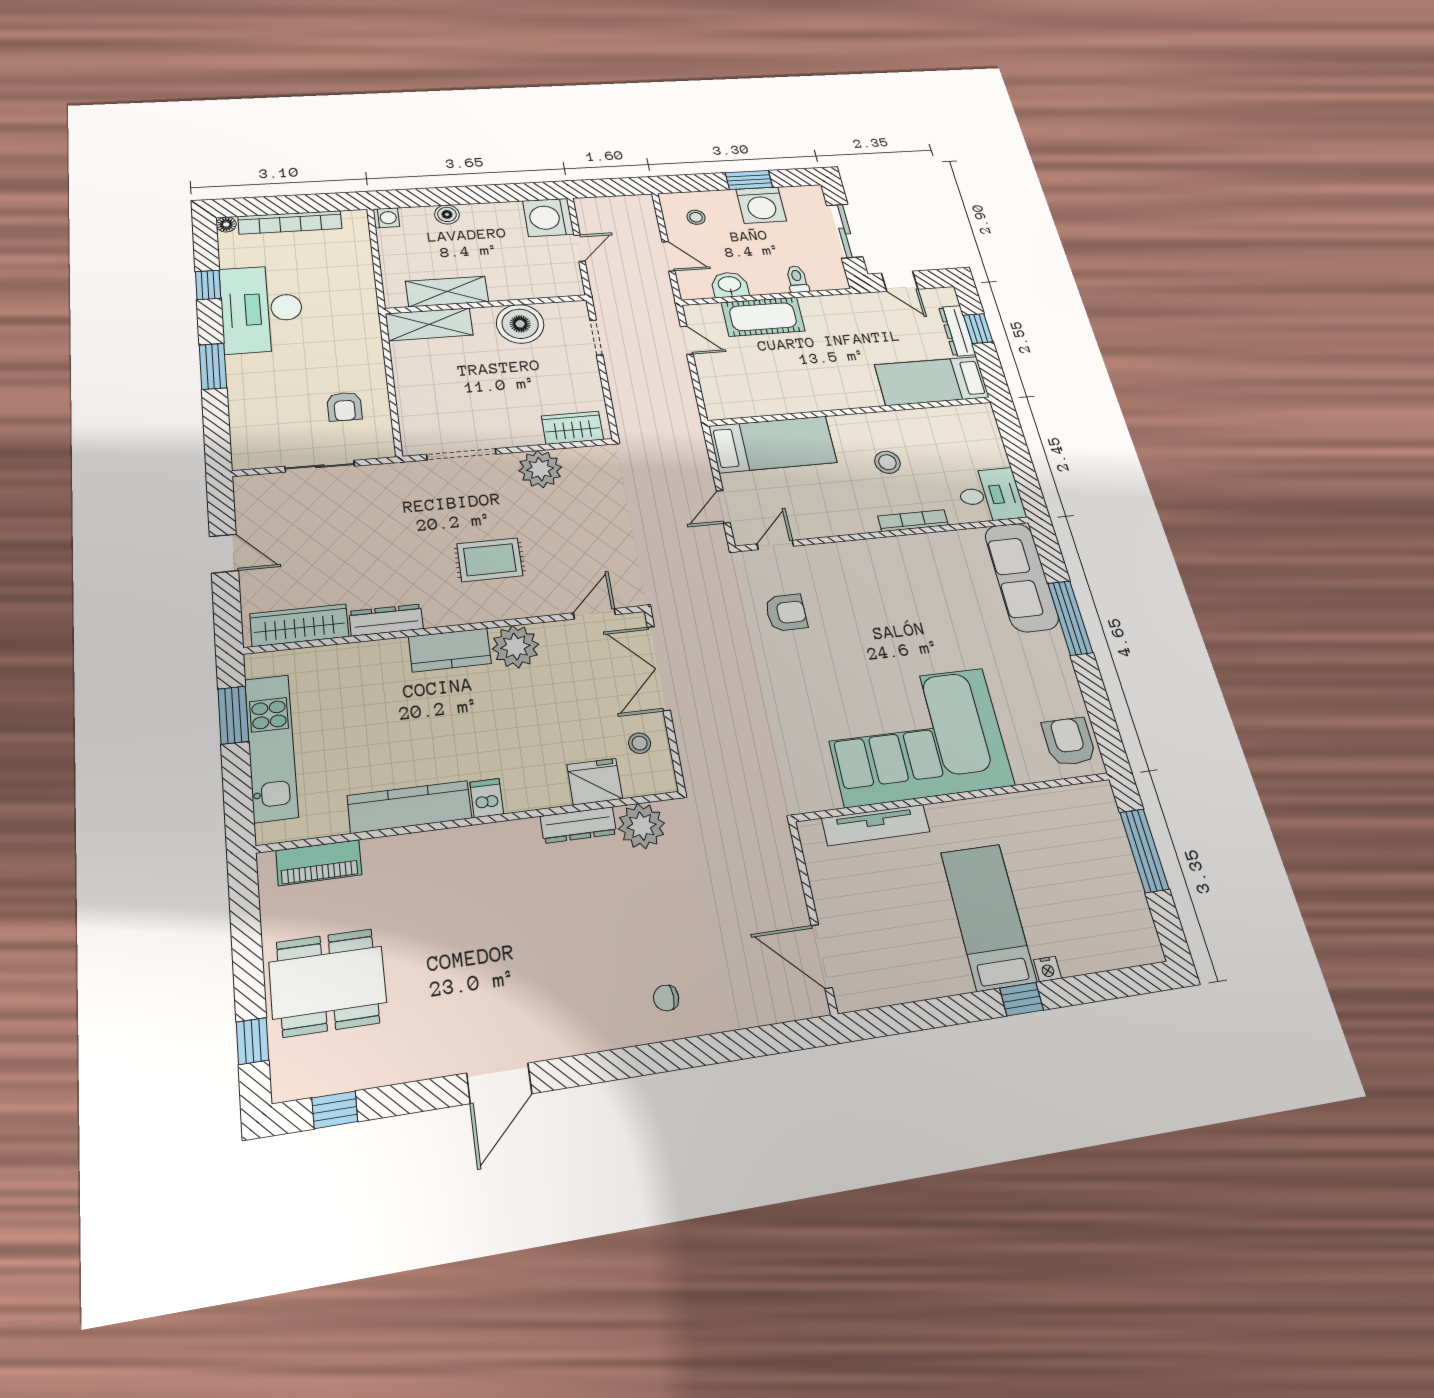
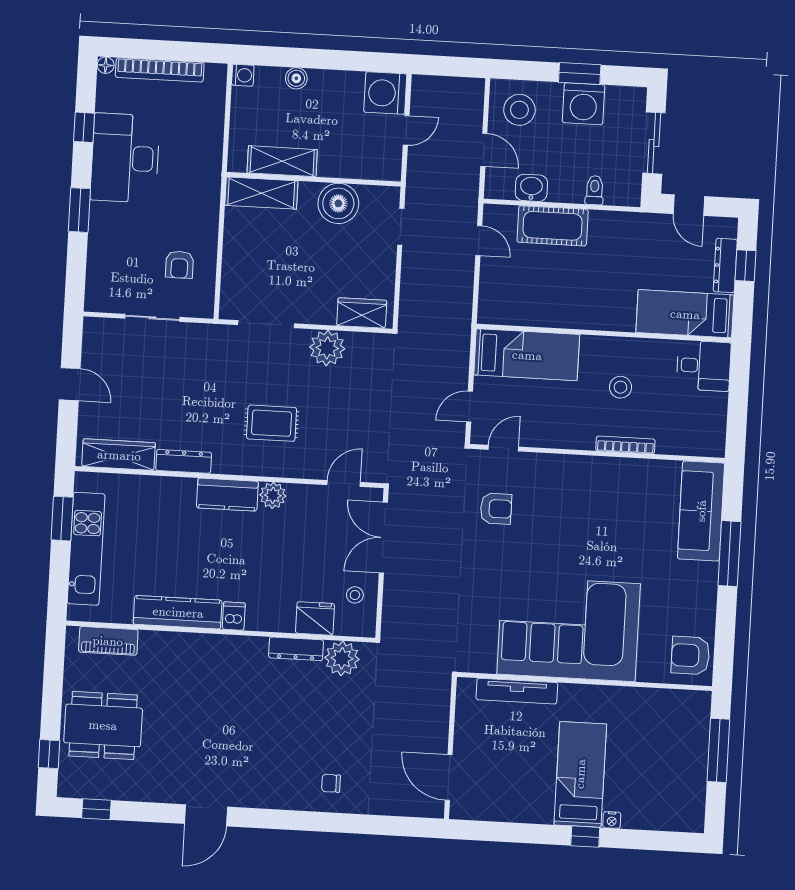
stool: (696, 217) -> (519, 110), width x1.89, depth x1.89
desk: (990, 495) -> (704, 366), moved
plant: (515, 647) -> (273, 495), width x0.73, depth x0.73
armchair: (1069, 742) -> (690, 655), turned -90

